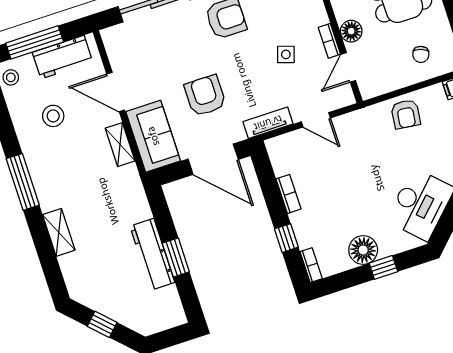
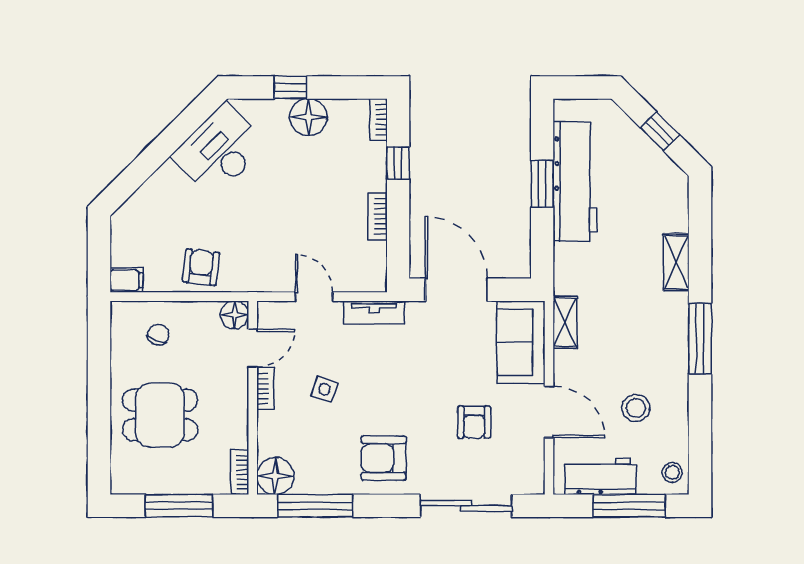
floor lamp: (351, 31) -> (235, 315), moved
armchair: (205, 96) -> (474, 422), moved, width x0.72, depth x0.72
shelving: (120, 145) -> (565, 322), moved
workbench: (152, 254) -> (575, 181), width x1.36, depth x1.32

